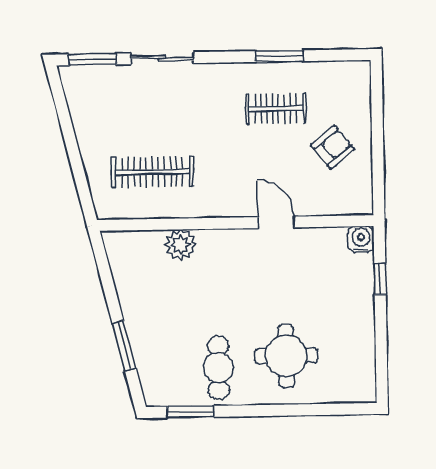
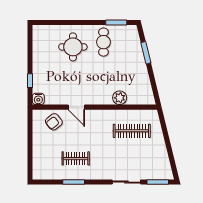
armchair: (333, 147) -> (54, 122), moved

